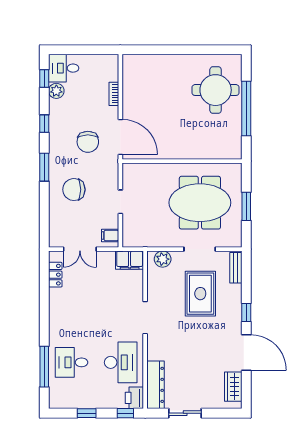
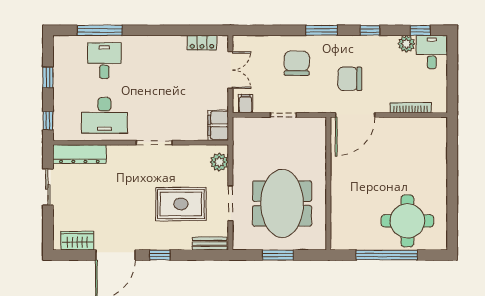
bookcase: (114, 94) -> (411, 108), width x1.56
double door: (80, 249) -> (230, 70), swing flipped
printer: (134, 398) -> (65, 131), removed

